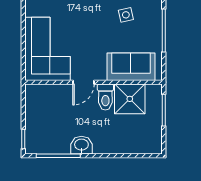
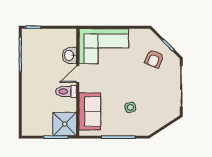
door: (83, 82) -> (78, 74), hinge flipped
shower: (130, 99) -> (65, 124), moved
washbasin: (81, 145) -> (69, 55), moved, turned 180

